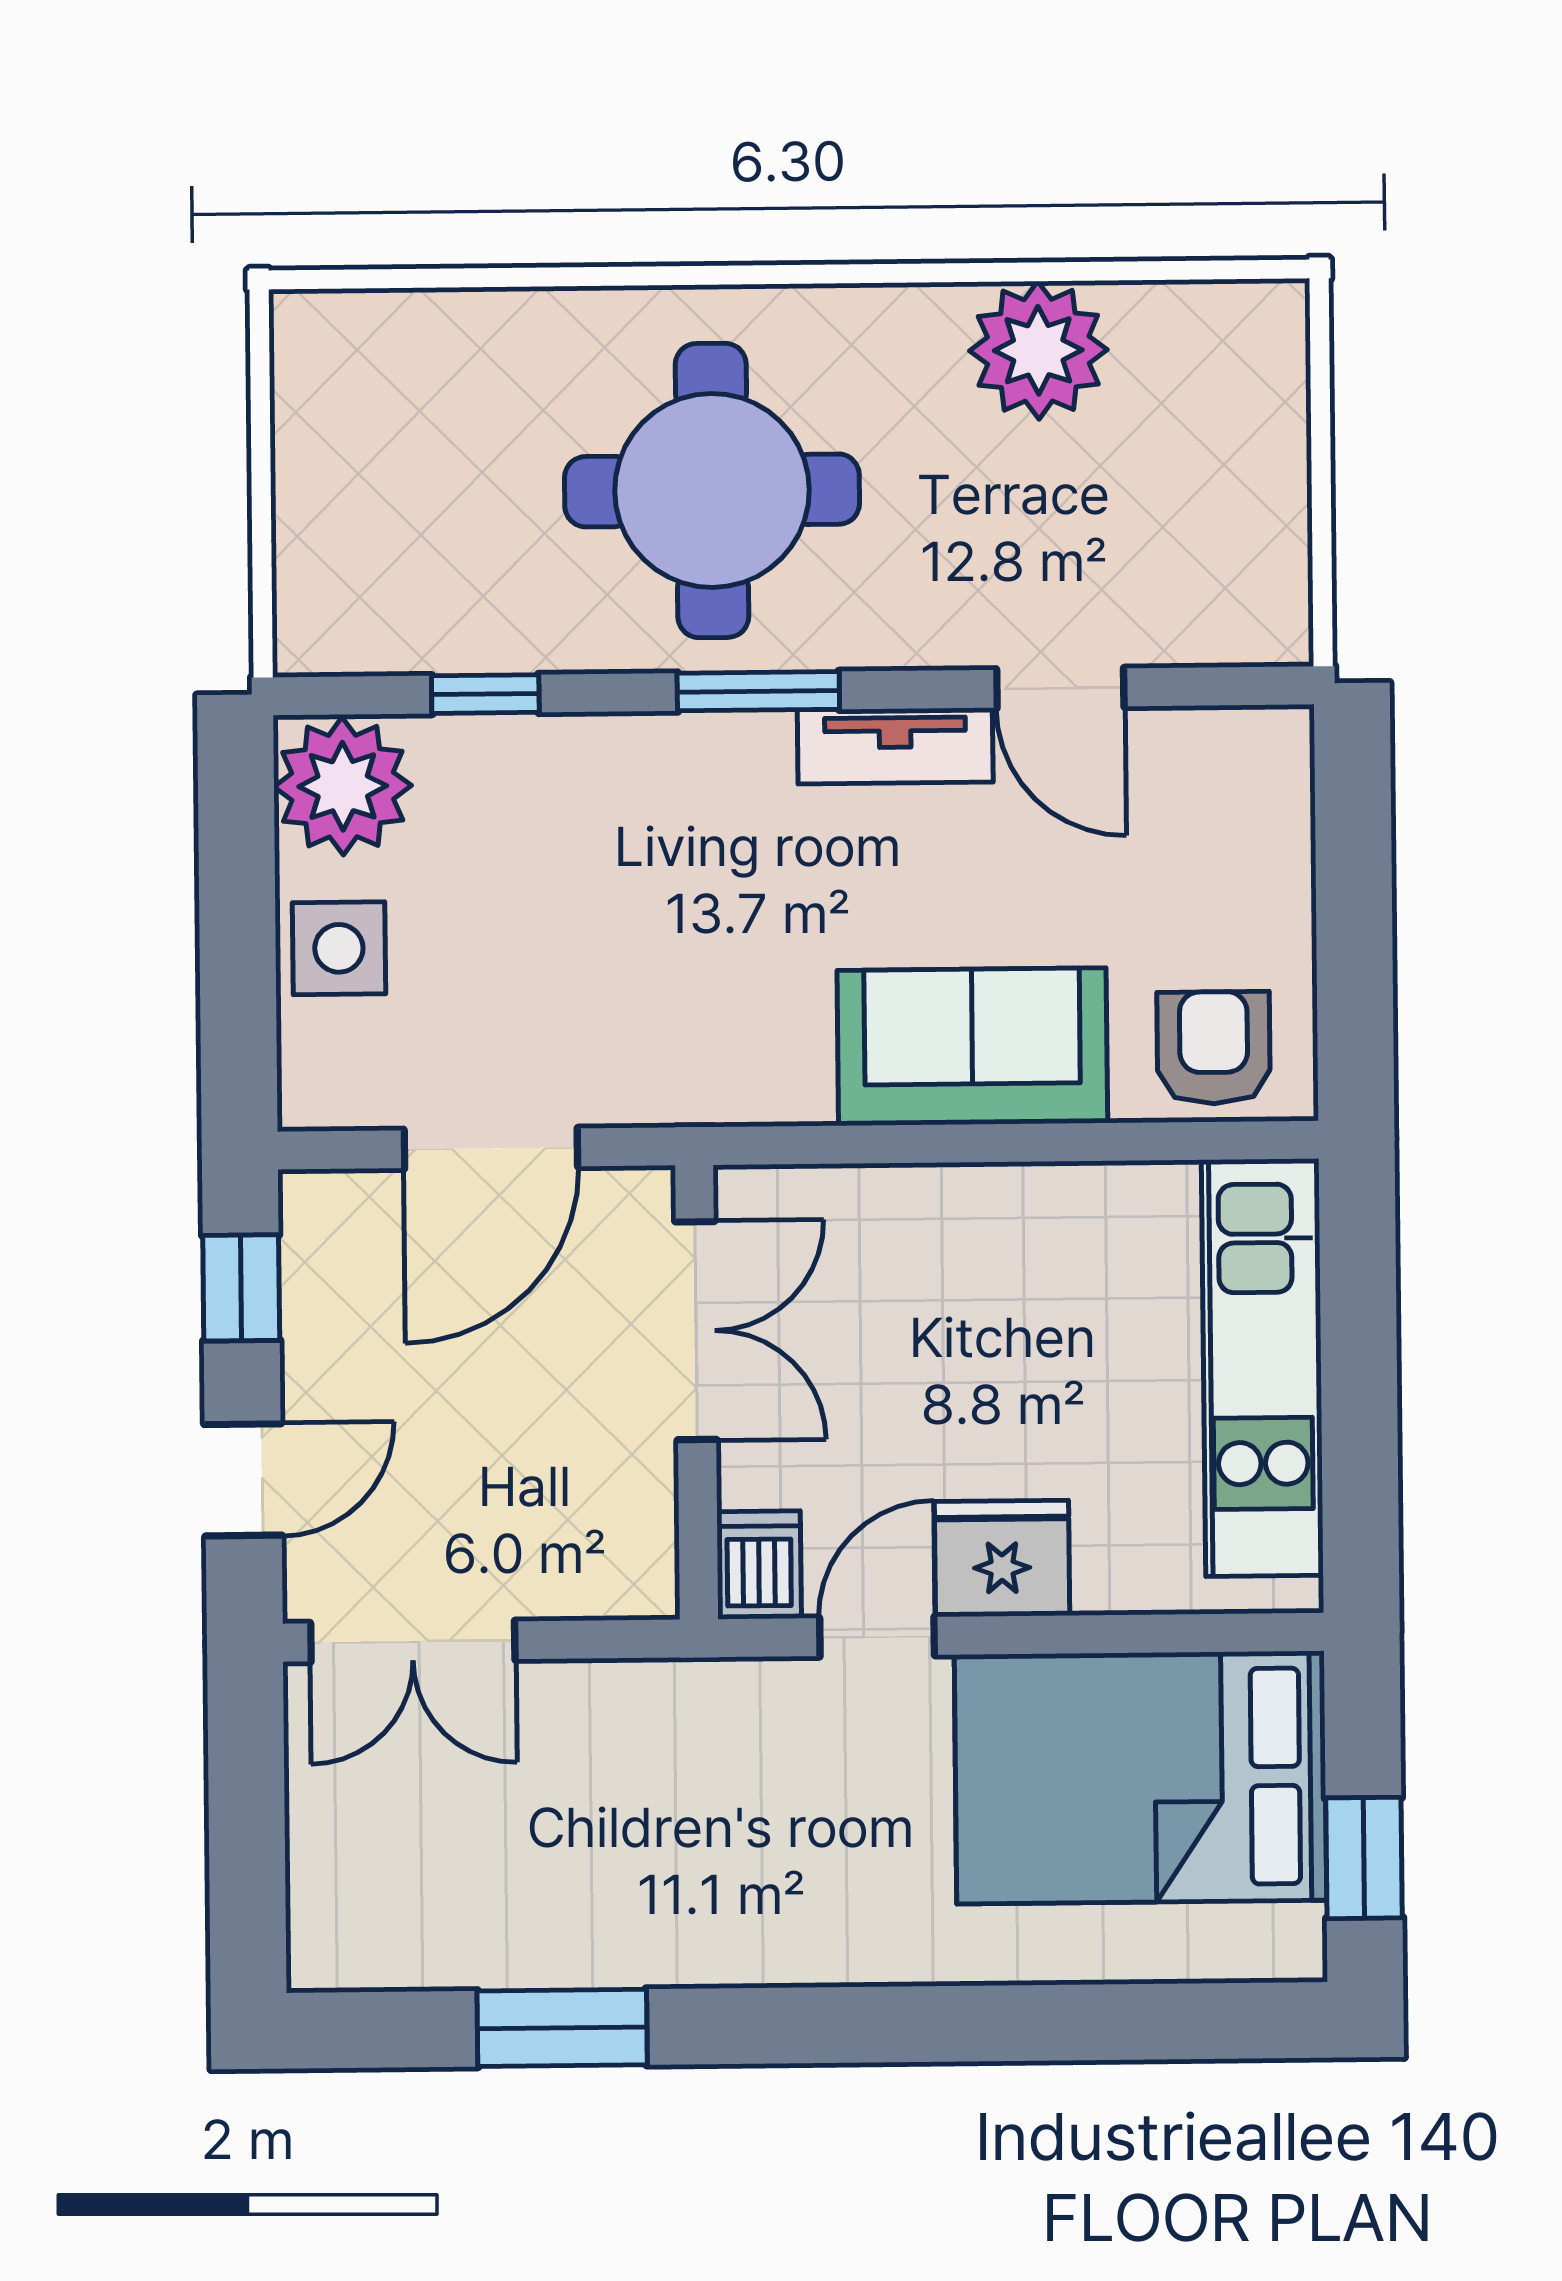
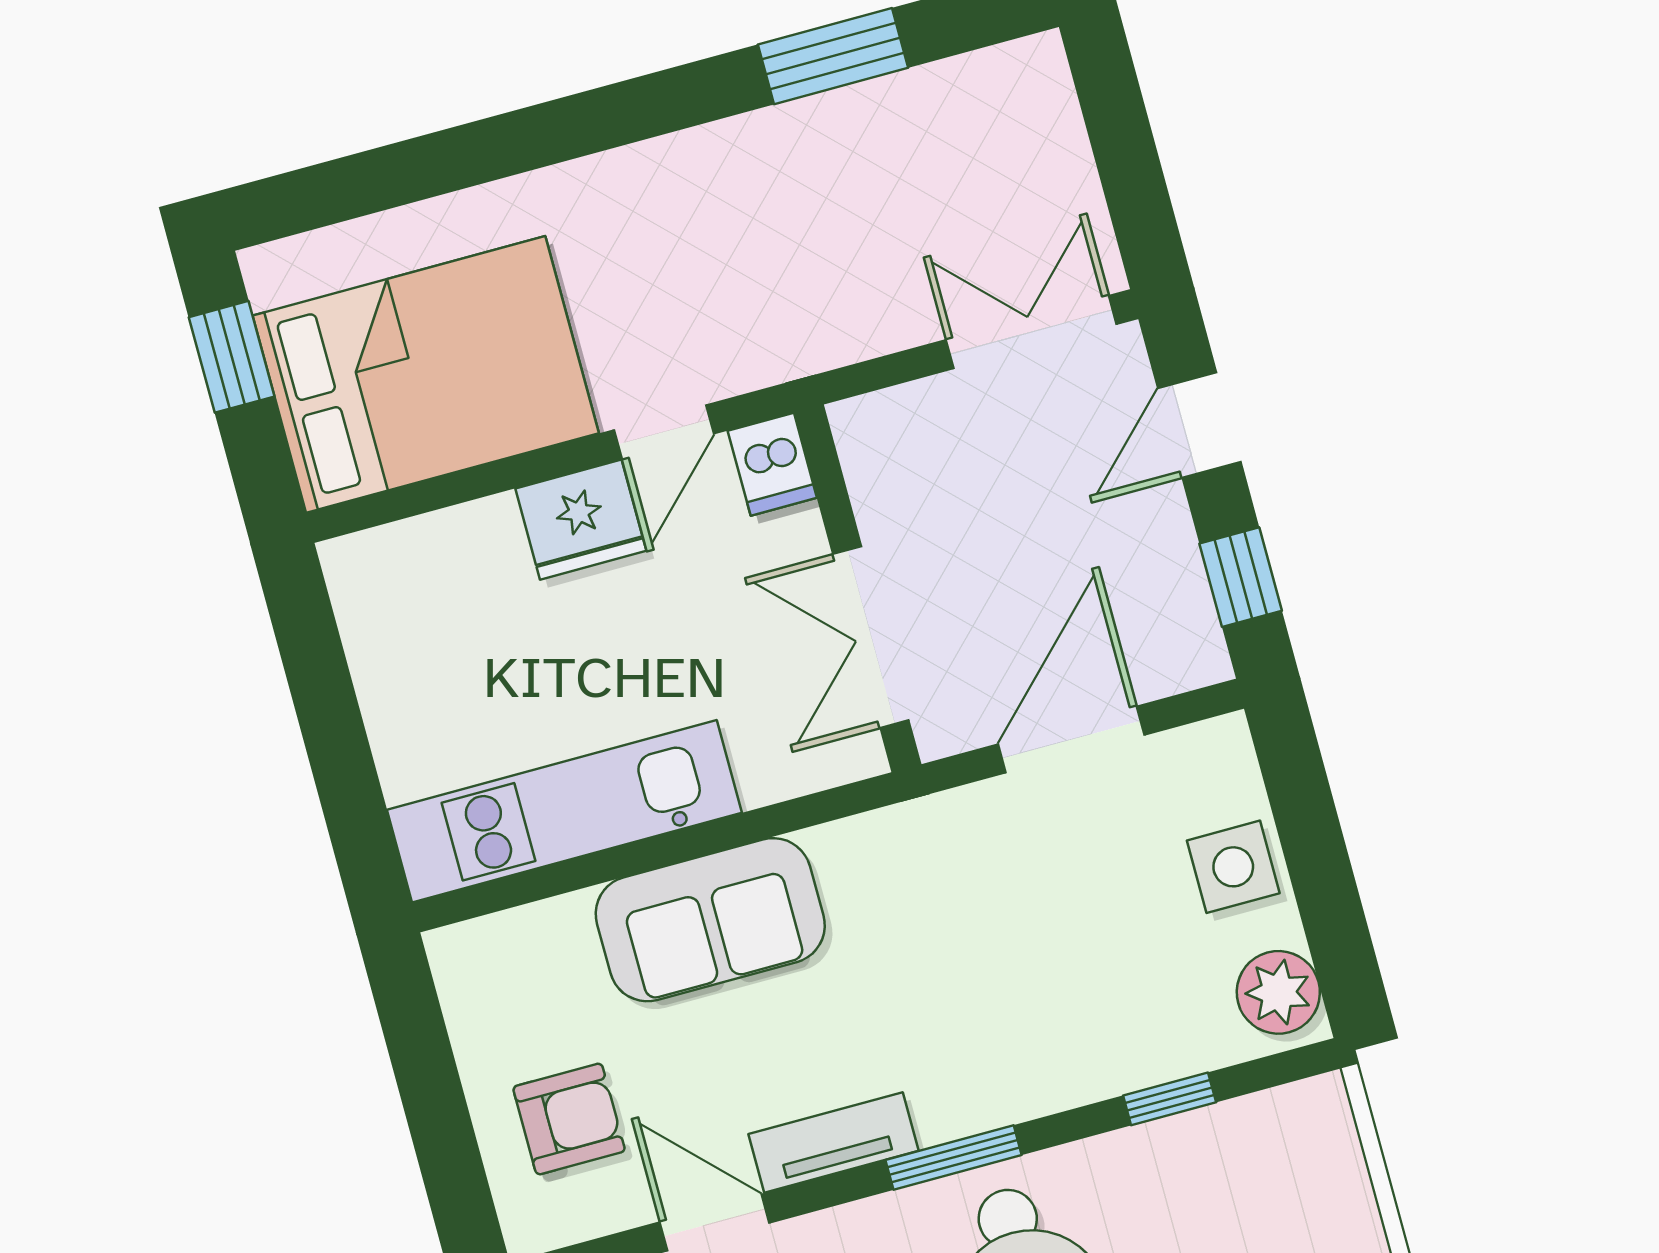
plant: (343, 786) -> (1278, 992), width x0.73, depth x0.73
armchair: (1214, 1048) -> (569, 1119), moved, turned -90
kitchen unit: (1262, 1368) -> (564, 811), moved, turned -90

